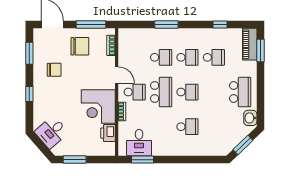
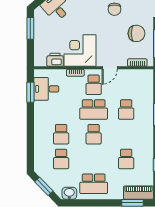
chair: (80, 46) -> (137, 33), turned -90
school desk: (187, 57) -> (61, 159), moved

